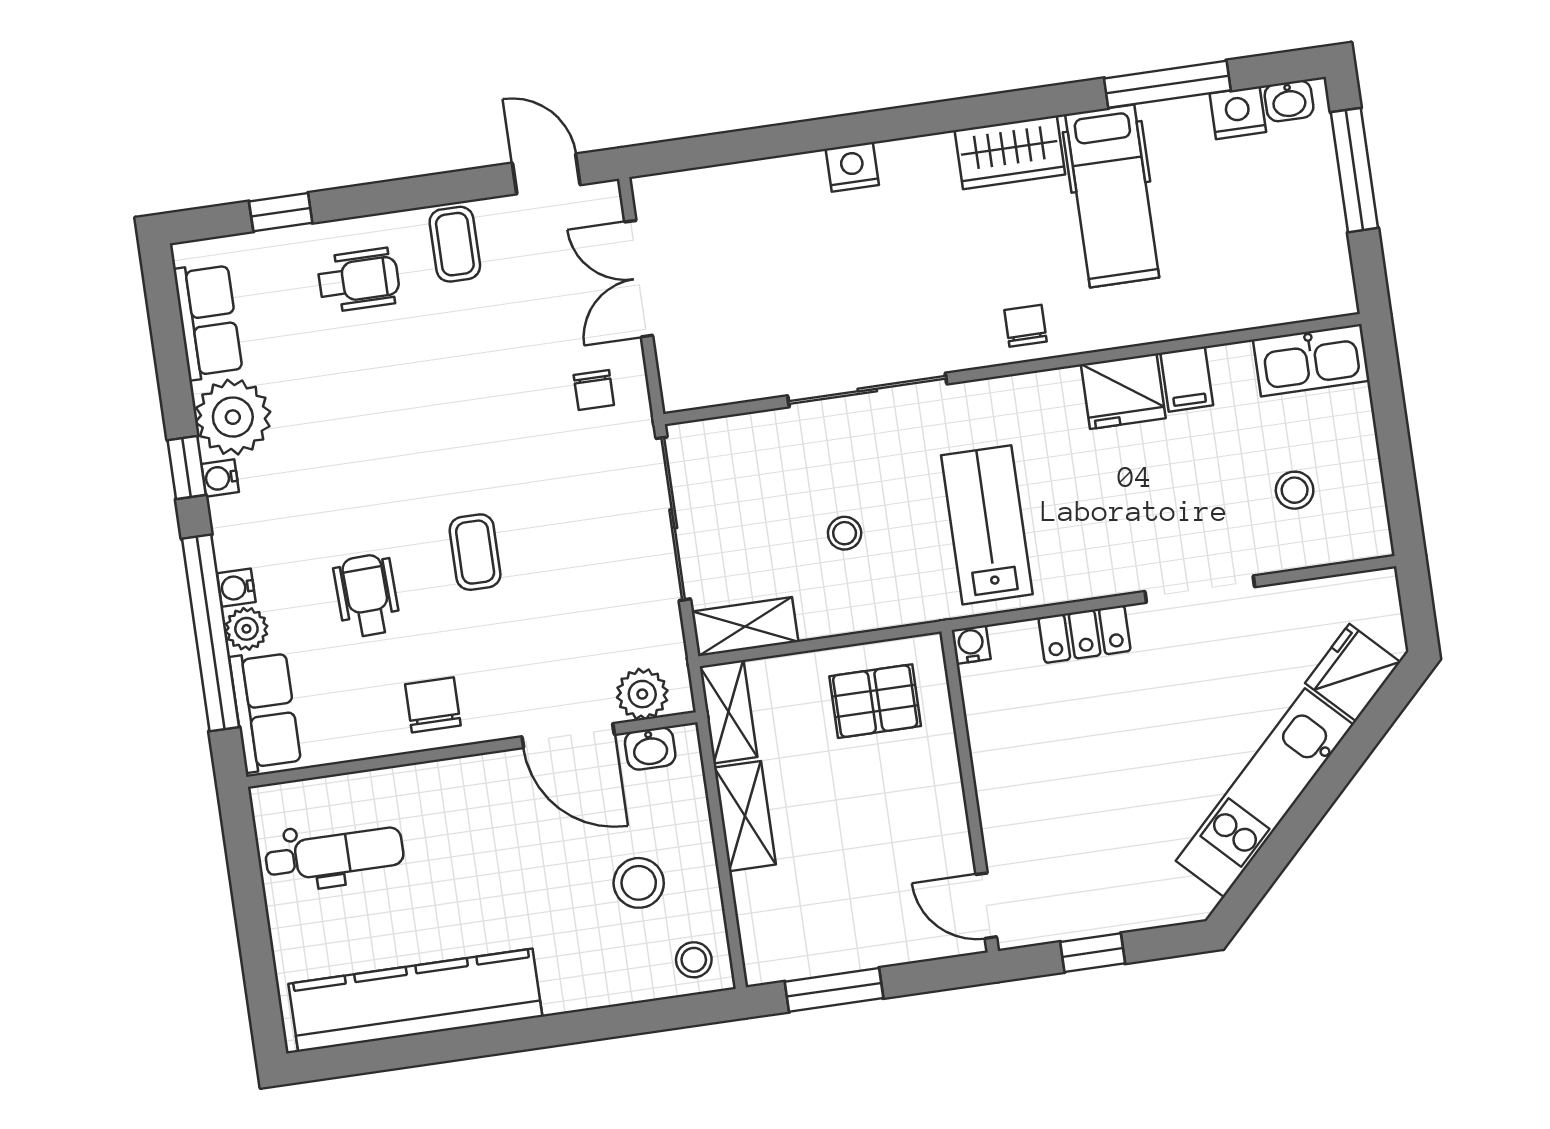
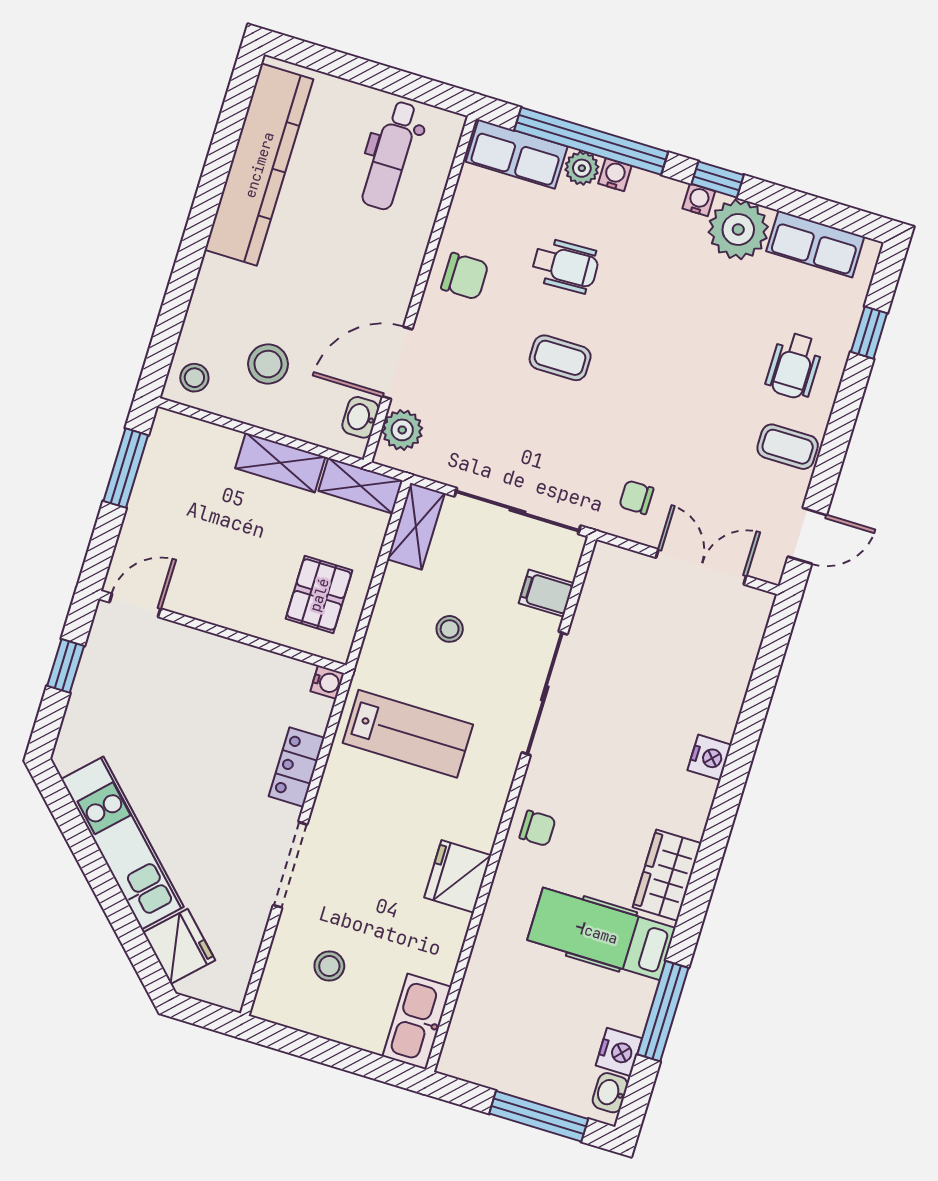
filing cabinet: (1187, 379) -> (546, 593), moved

